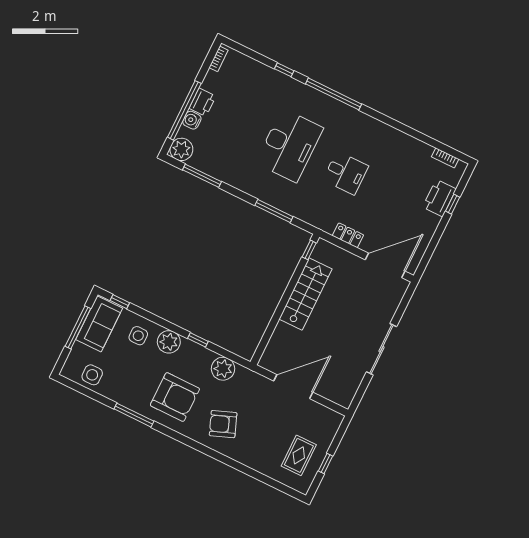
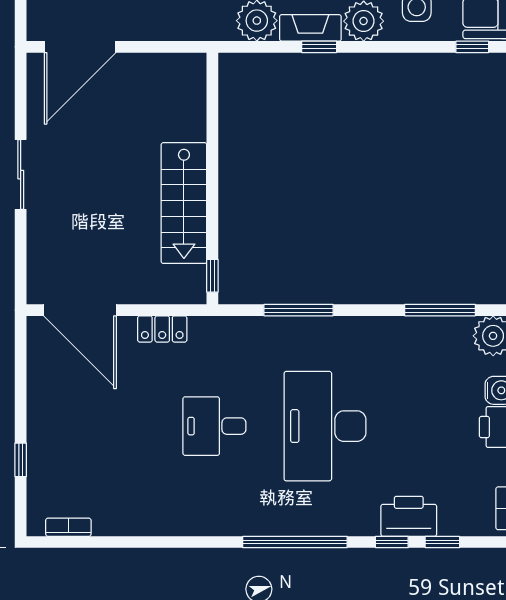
window: (259, 57) -> (442, 542), added
printer: (439, 198) -> (409, 516), moved, turned -90
door: (385, 265) -> (80, 310), hinge flipped
sliding door: (382, 349) -> (21, 175), width x0.73
fireplace: (198, 352) -> (310, 28), added
door: (293, 387) -> (80, 47), moved

